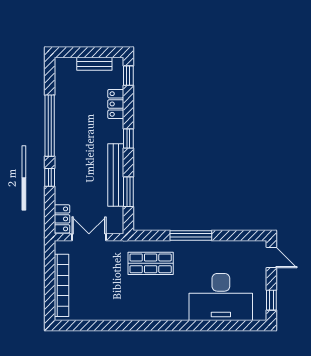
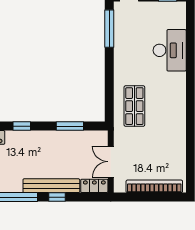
bench: (116, 175) -> (51, 186), moved
window: (191, 235) -> (109, 29), moved
desk: (221, 297) -> (170, 50), width x0.73, depth x0.77

